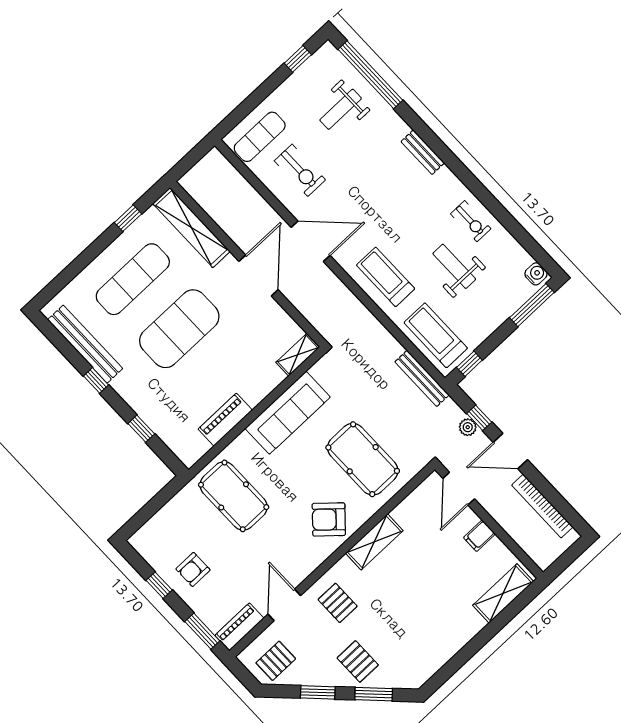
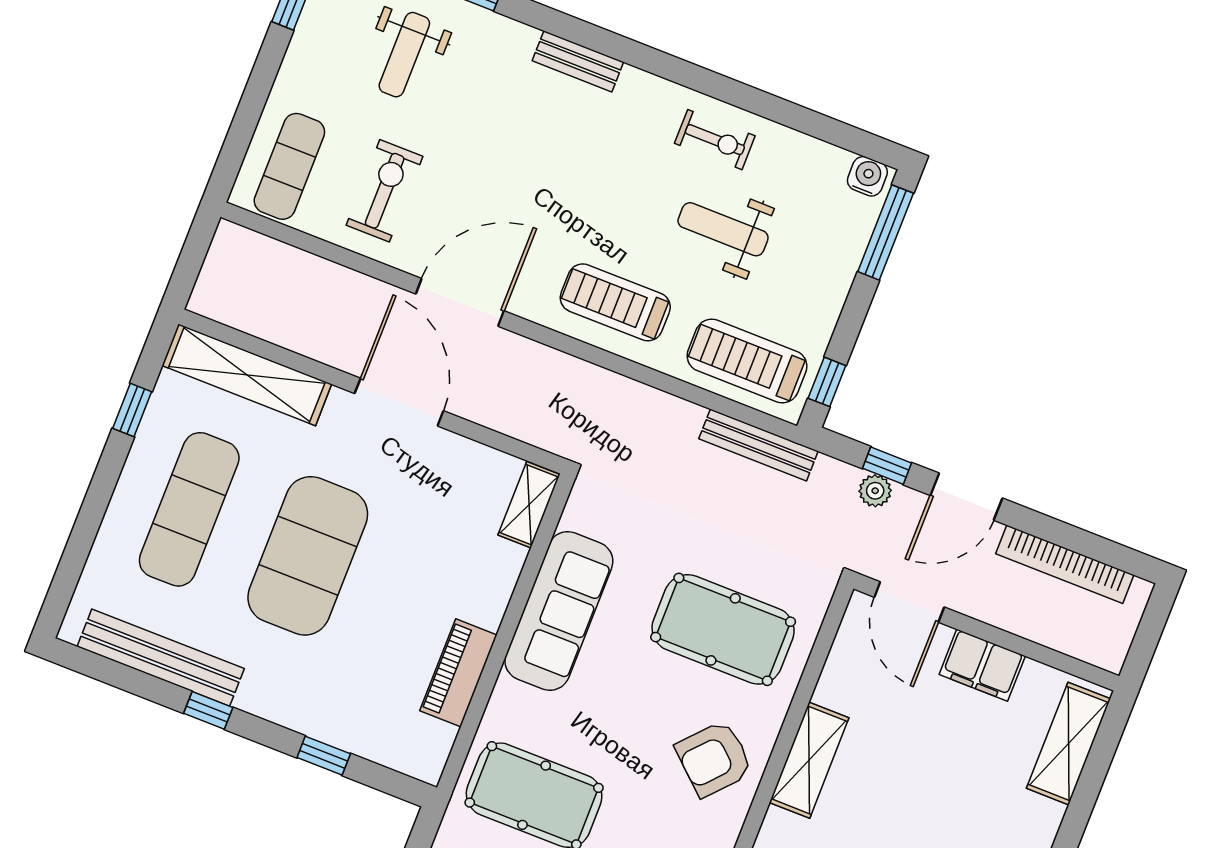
exercise bike: (300, 170) -> (385, 191), turned -90
filing cabinet: (479, 536) -> (982, 665), width x2.00

